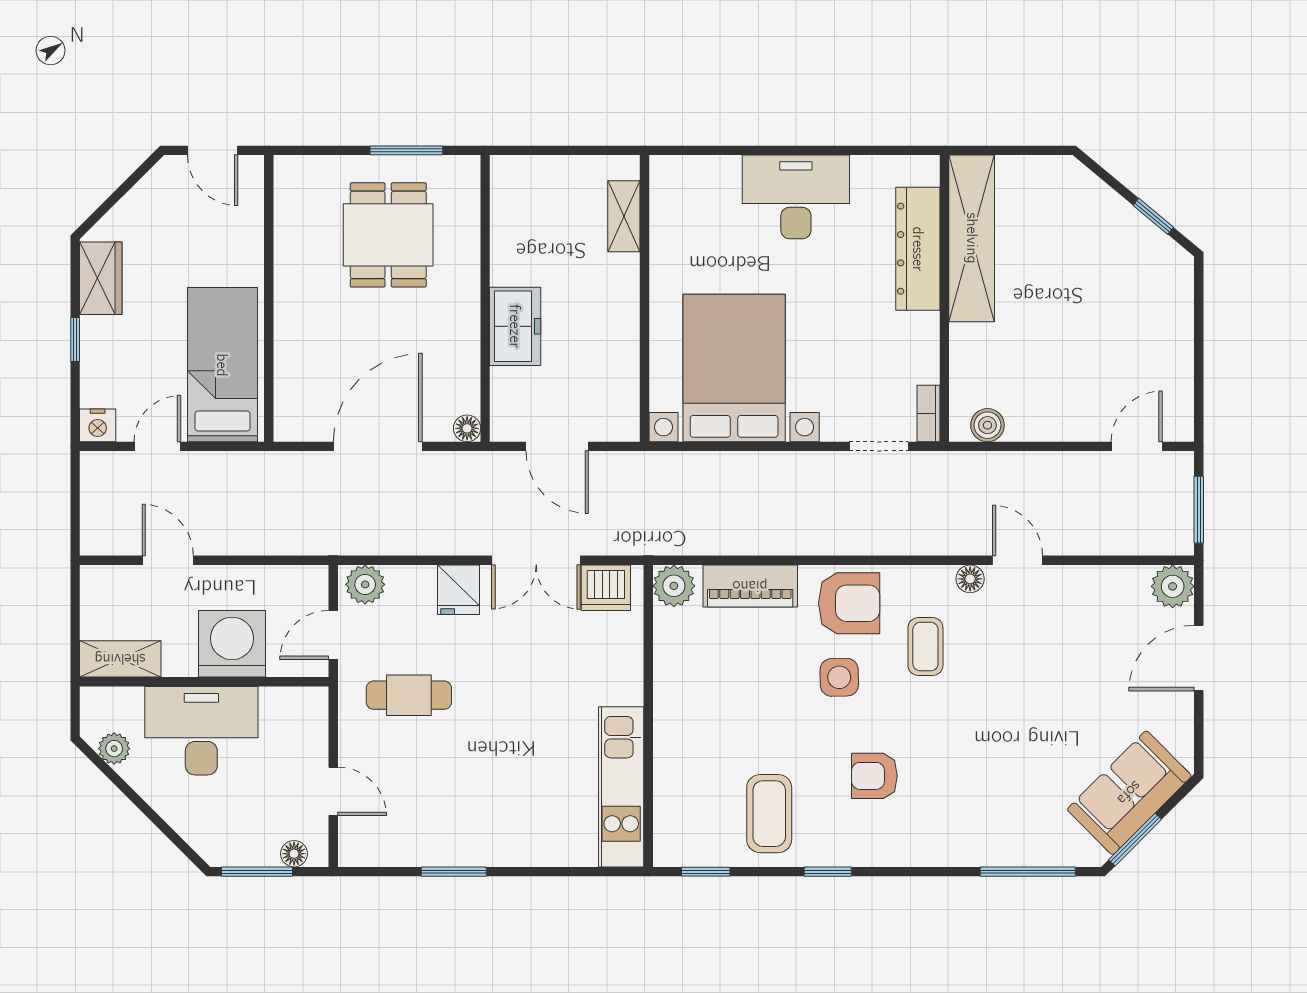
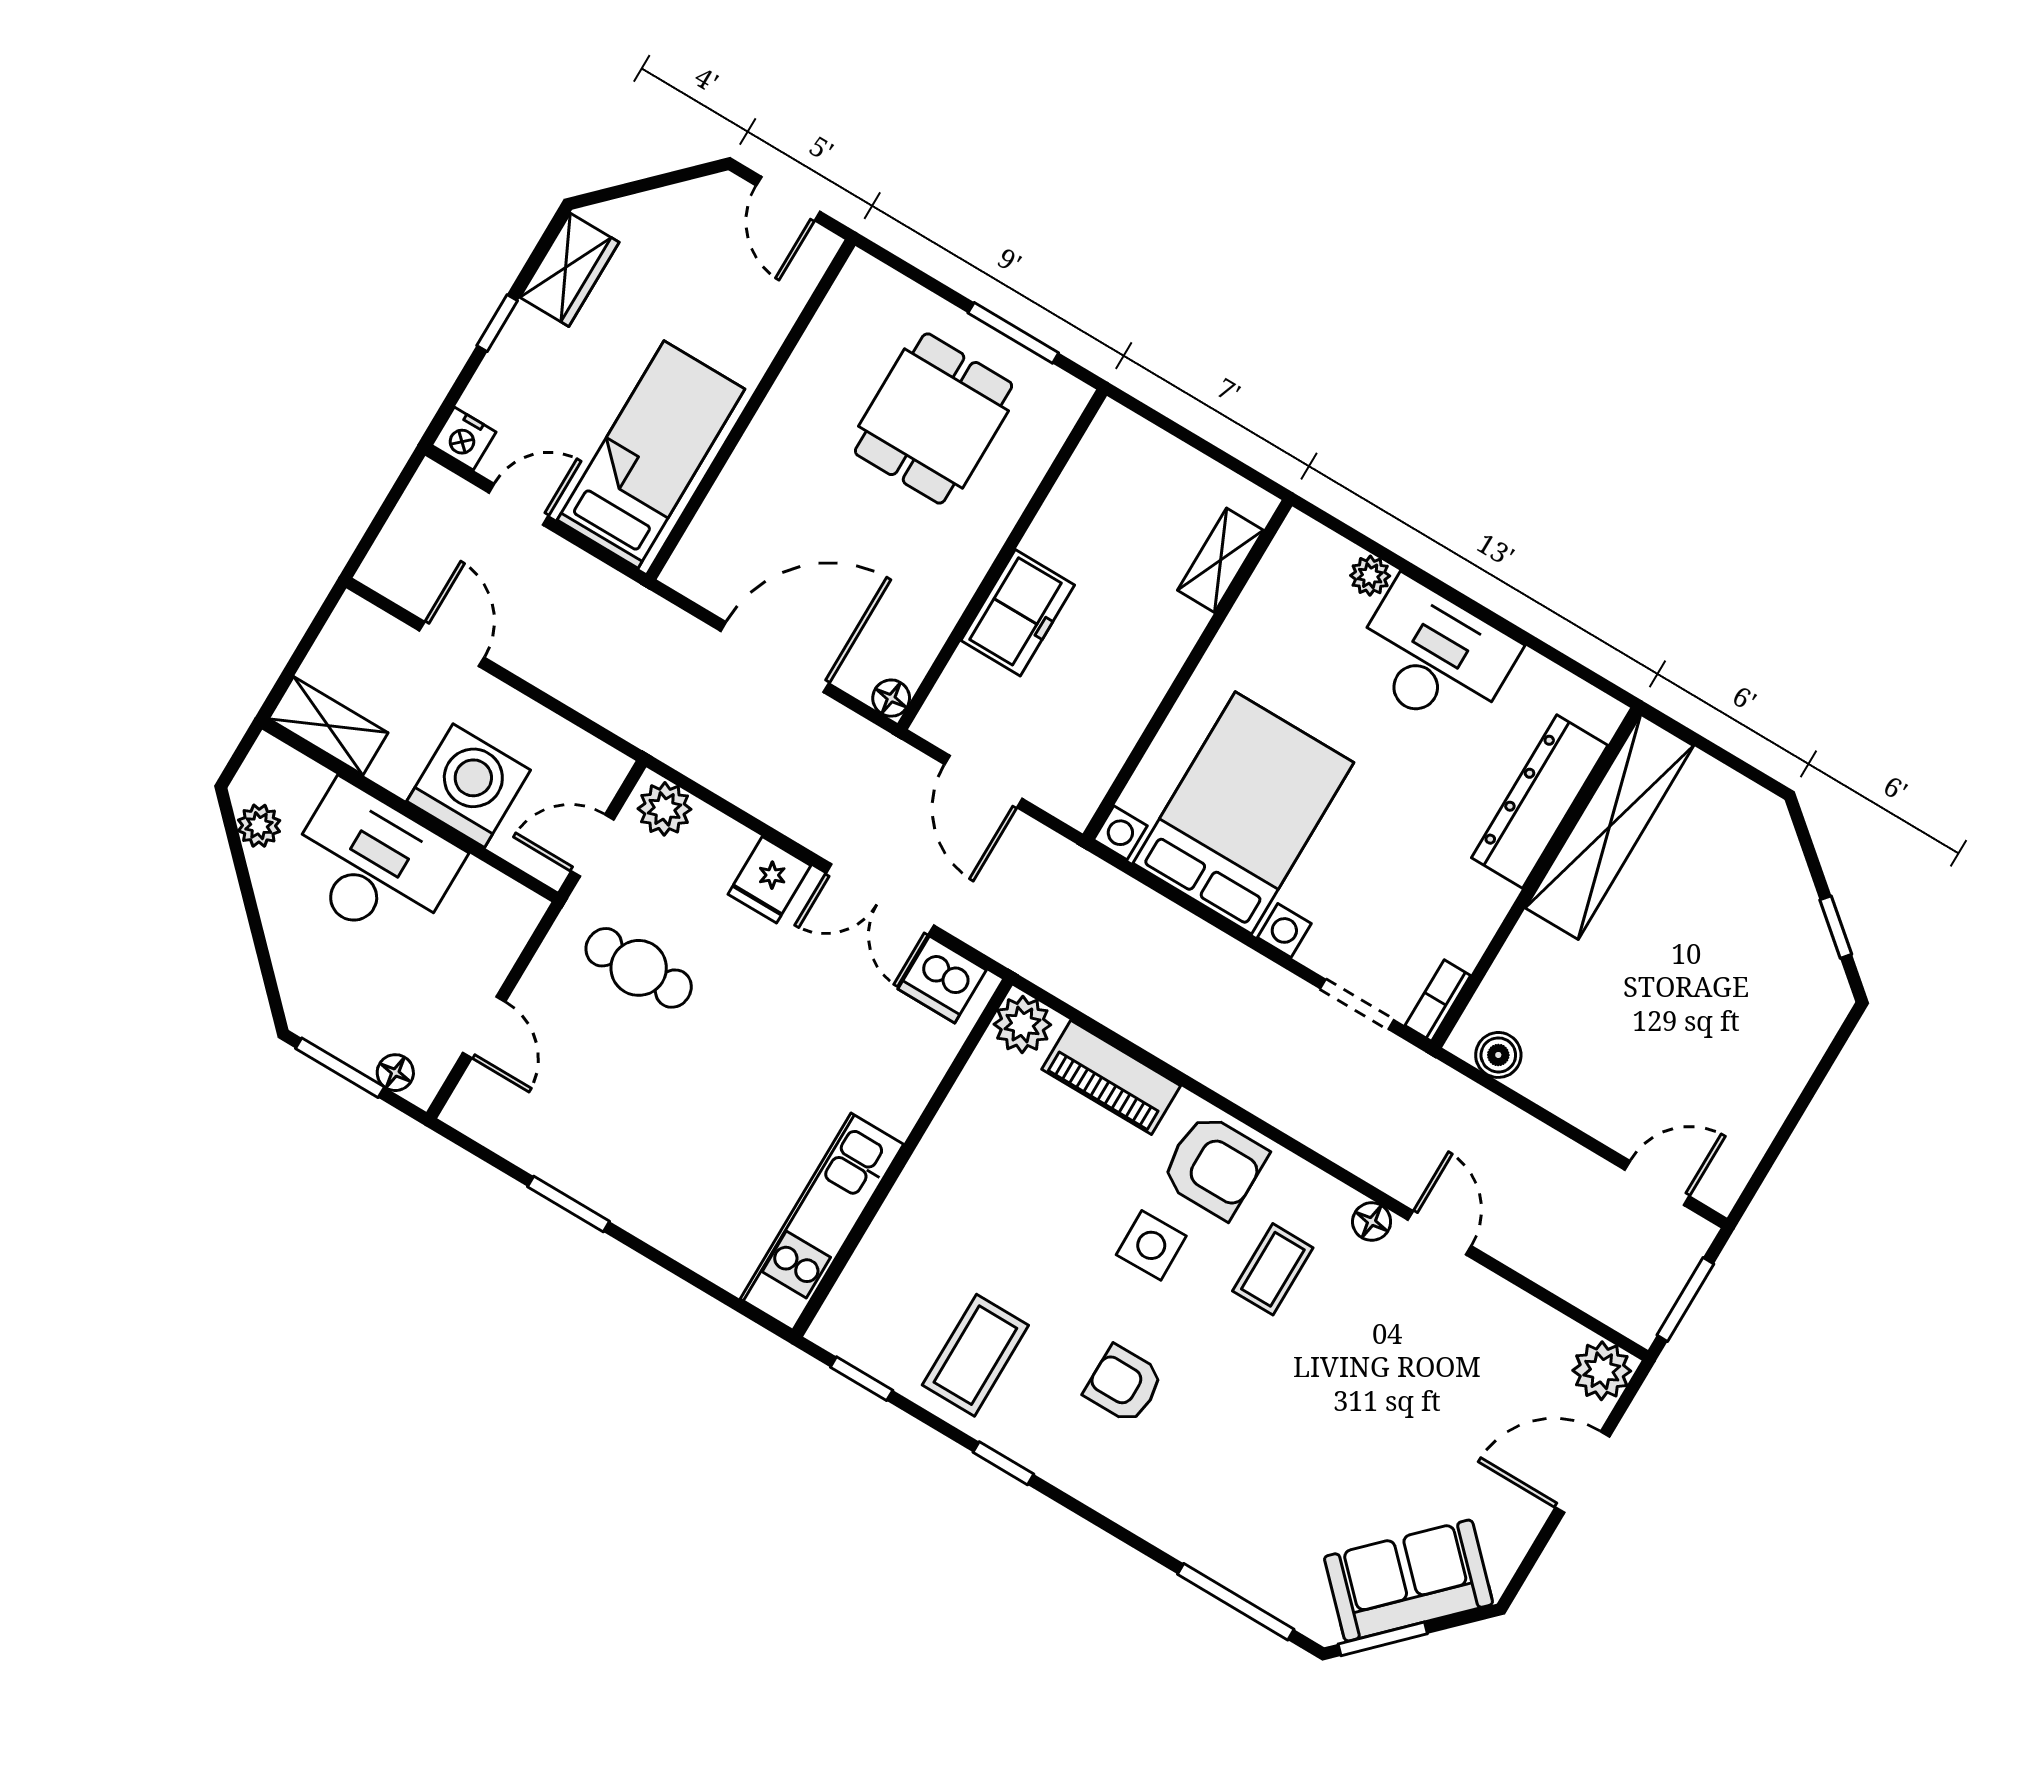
plant: (725, 169) -> (1370, 576), added

